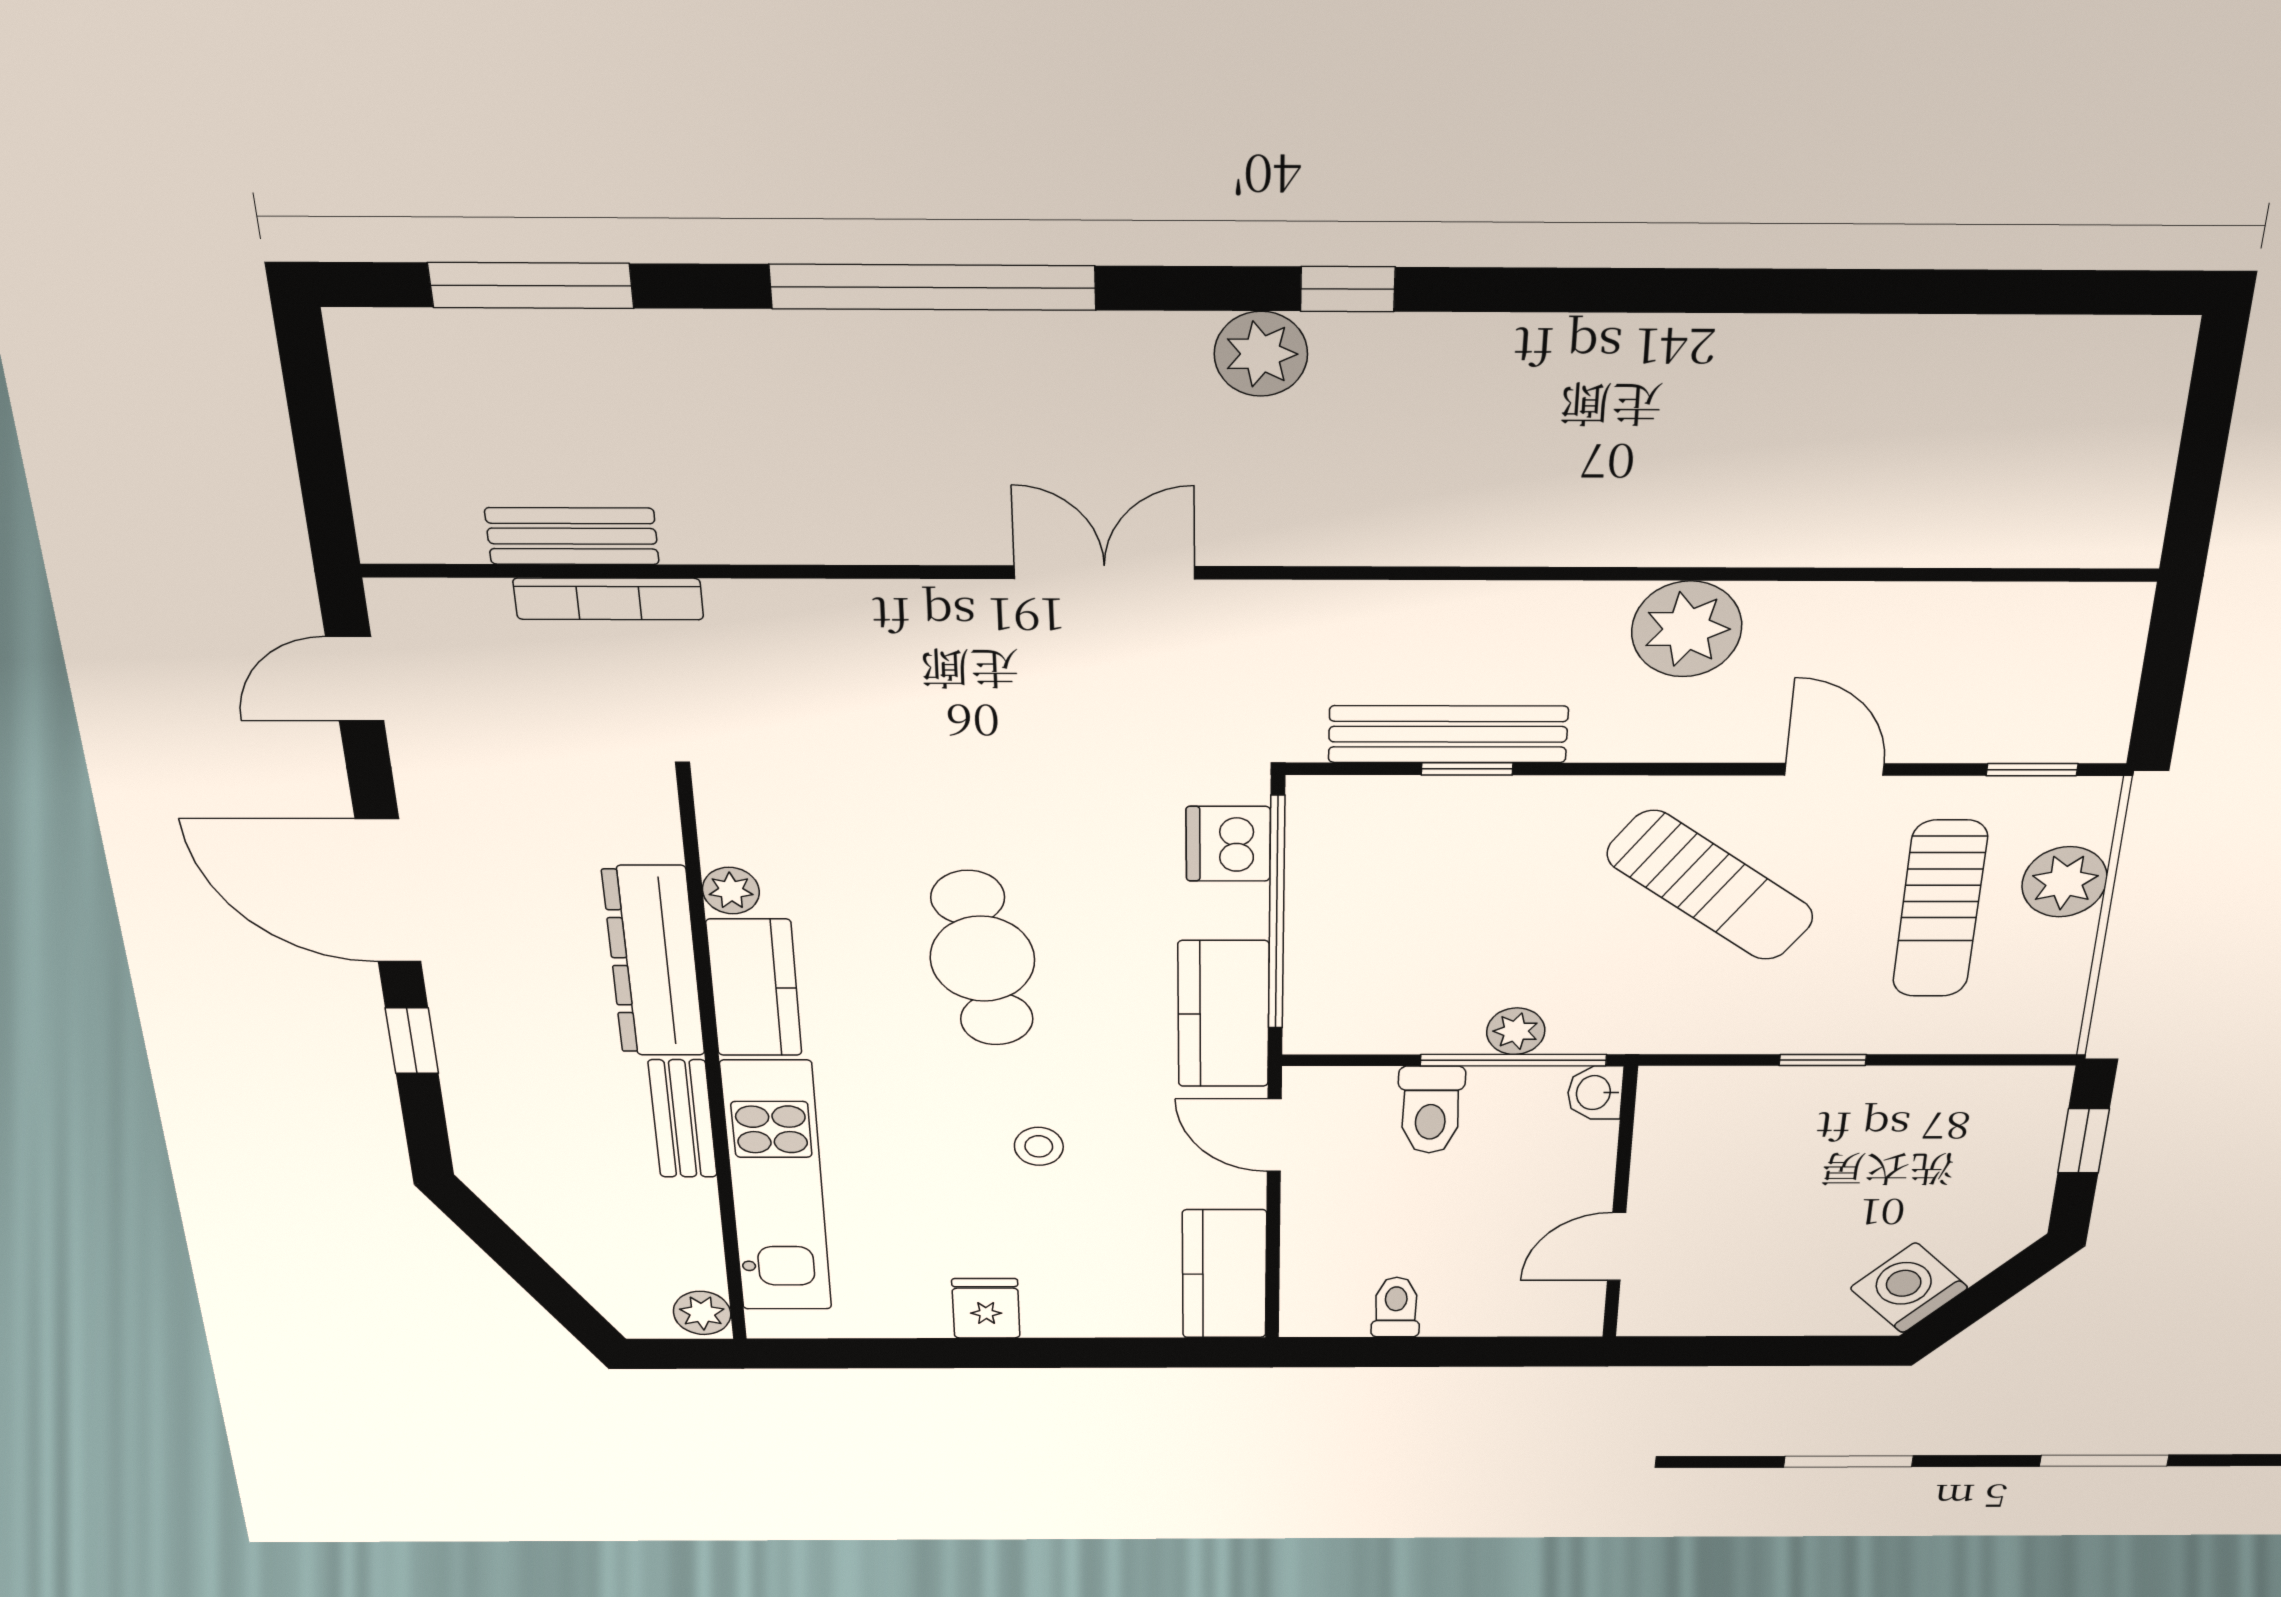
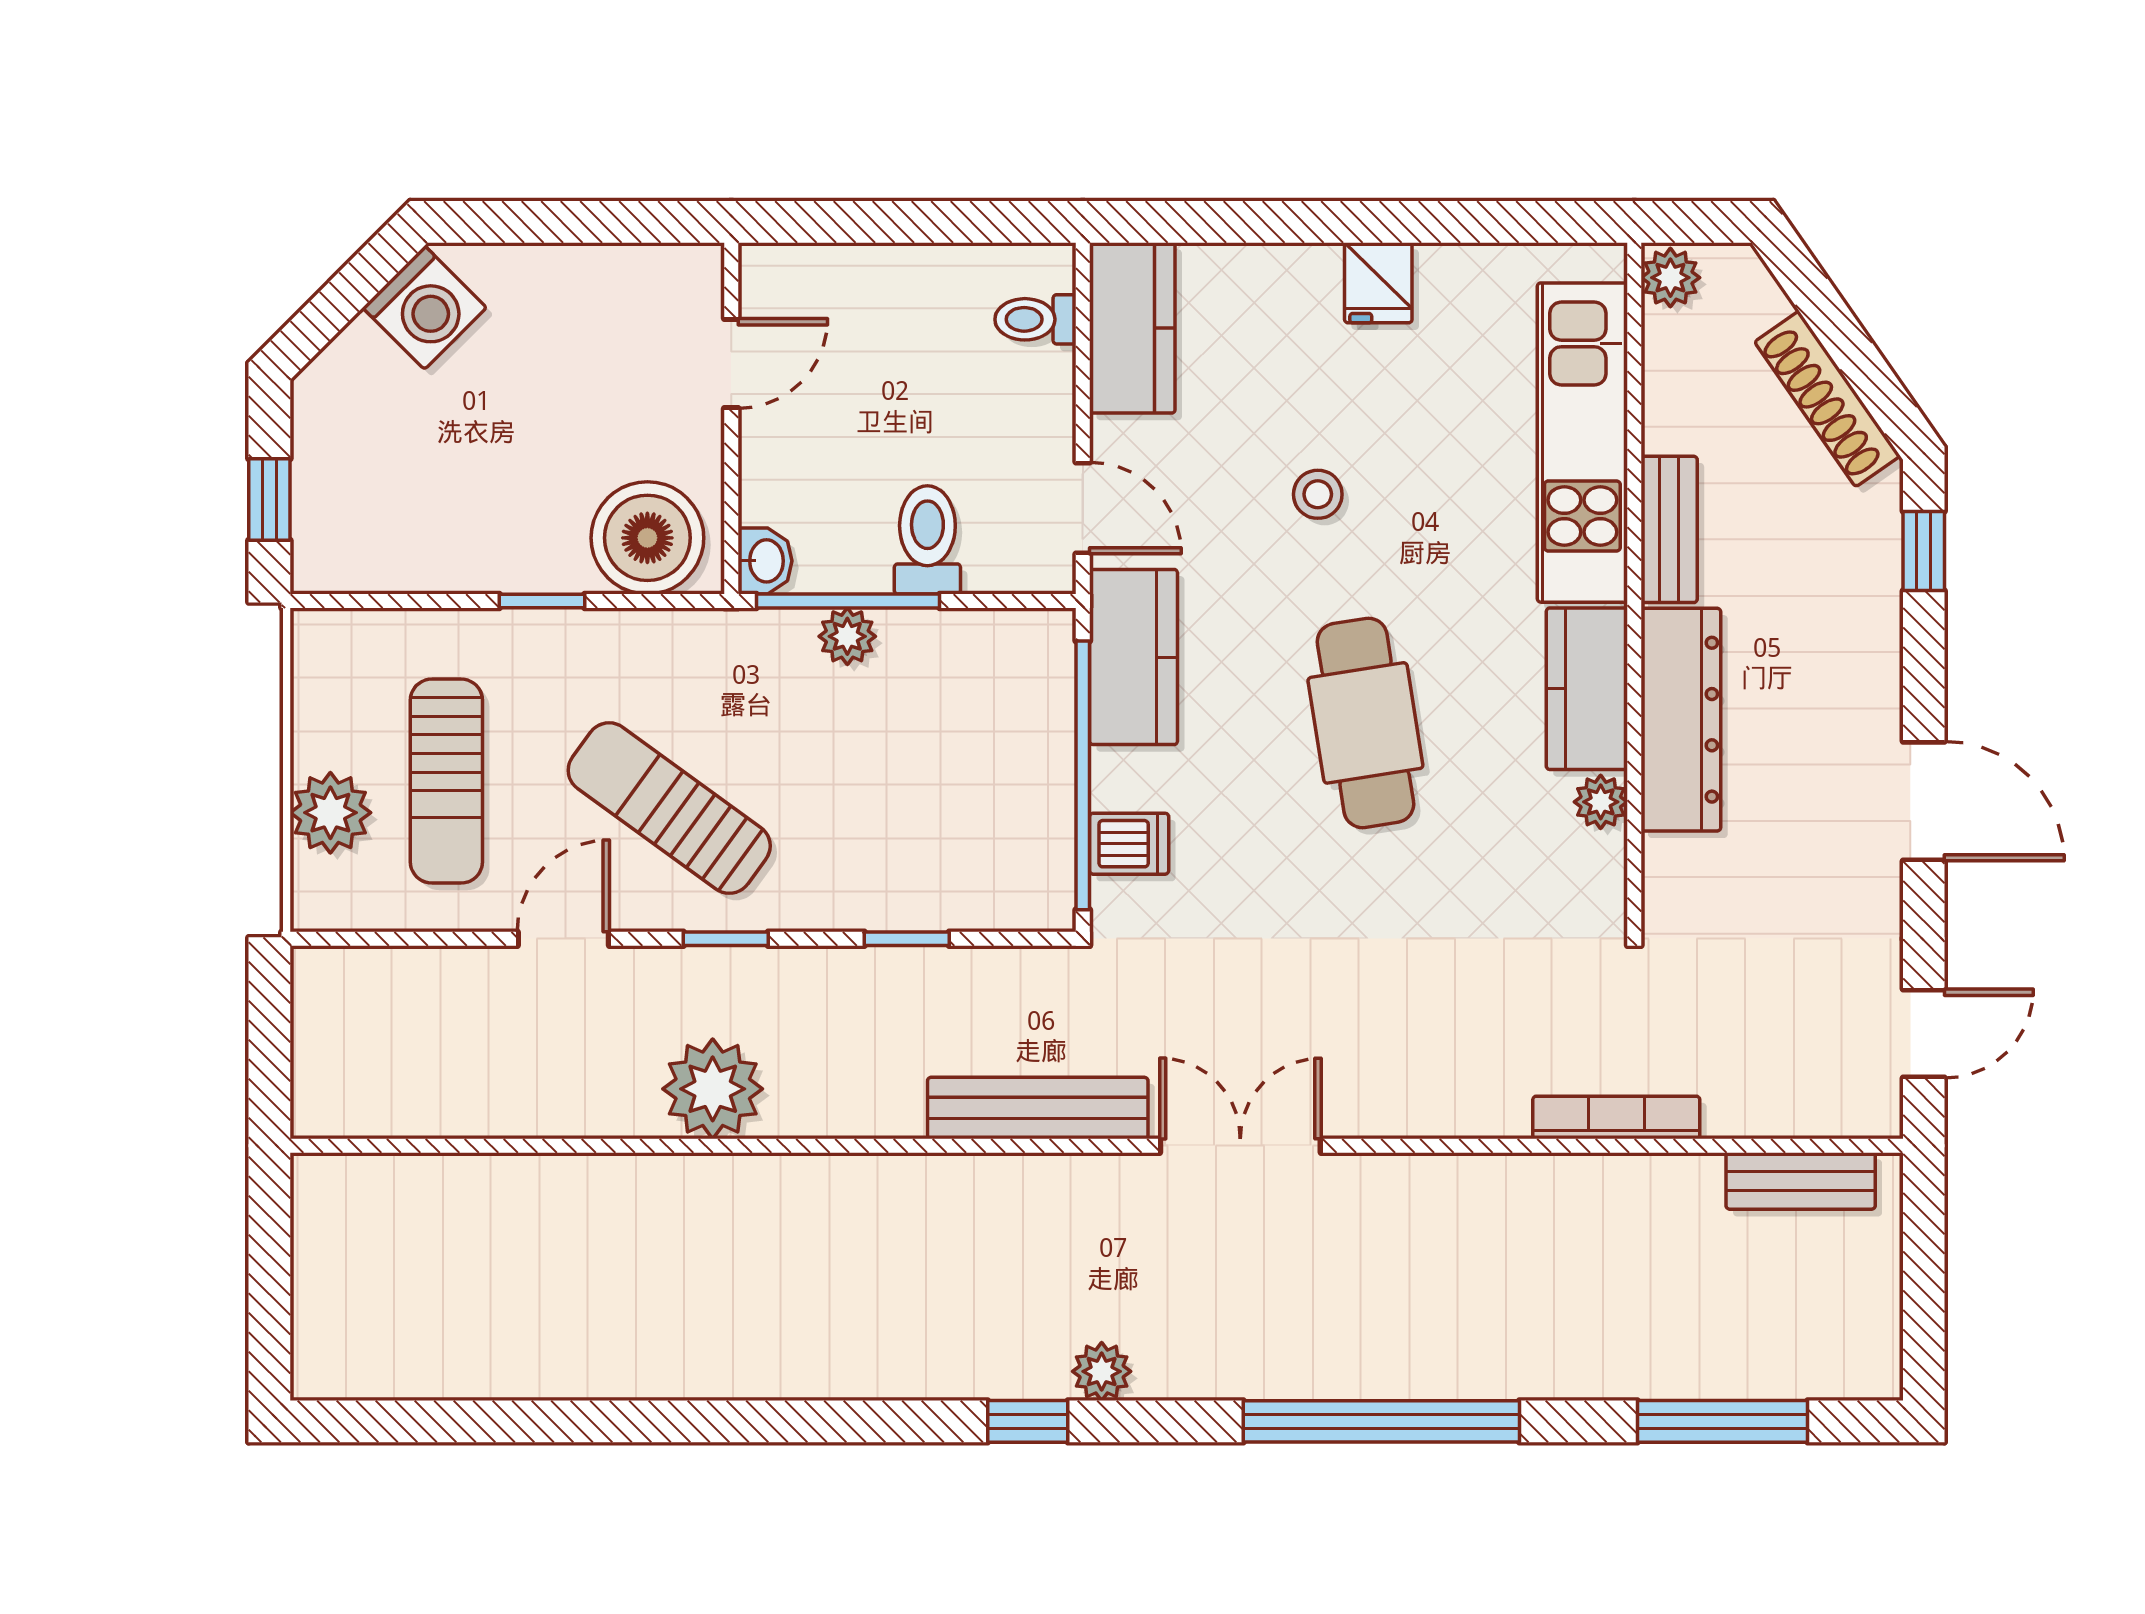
plant: (1261, 354) -> (1102, 1371), width x0.73, depth x0.73
bench: (572, 536) -> (1801, 1181), moved
double door: (1105, 572) -> (1240, 1146), swing flipped
bookcase: (608, 599) -> (1616, 1117), moved
bench: (1448, 734) -> (1038, 1108), moved
door: (1834, 769) -> (563, 939), swing flipped
window: (2032, 770) -> (726, 939), moved
dishwasher: (1228, 844) -> (1129, 844), width x0.73
door: (388, 891) -> (1924, 801), width x0.73
sun lounger: (1940, 909) -> (446, 781), turned 180
window: (412, 1041) -> (1924, 551), moved
boiler: (1711, 1111) -> (647, 538), added
shoe rack: (536, 1222) -> (1827, 399), added
toilet: (1396, 1307) -> (1035, 319), moved, turned 90

